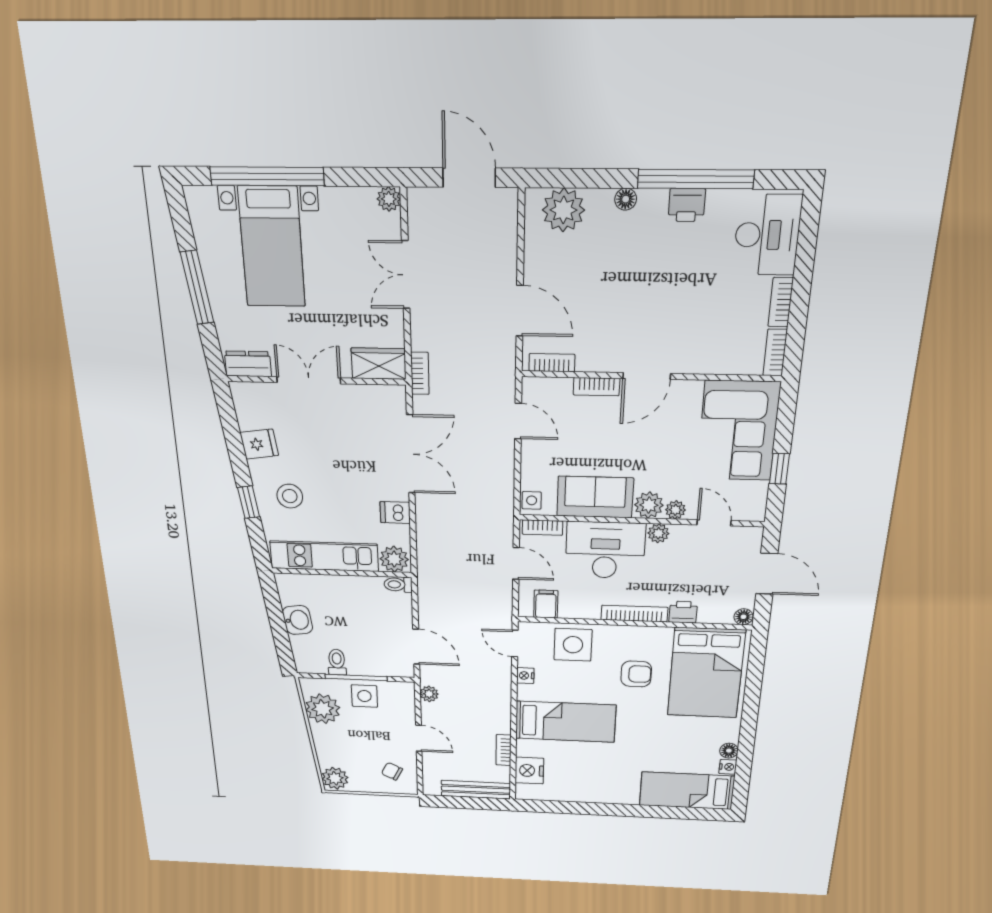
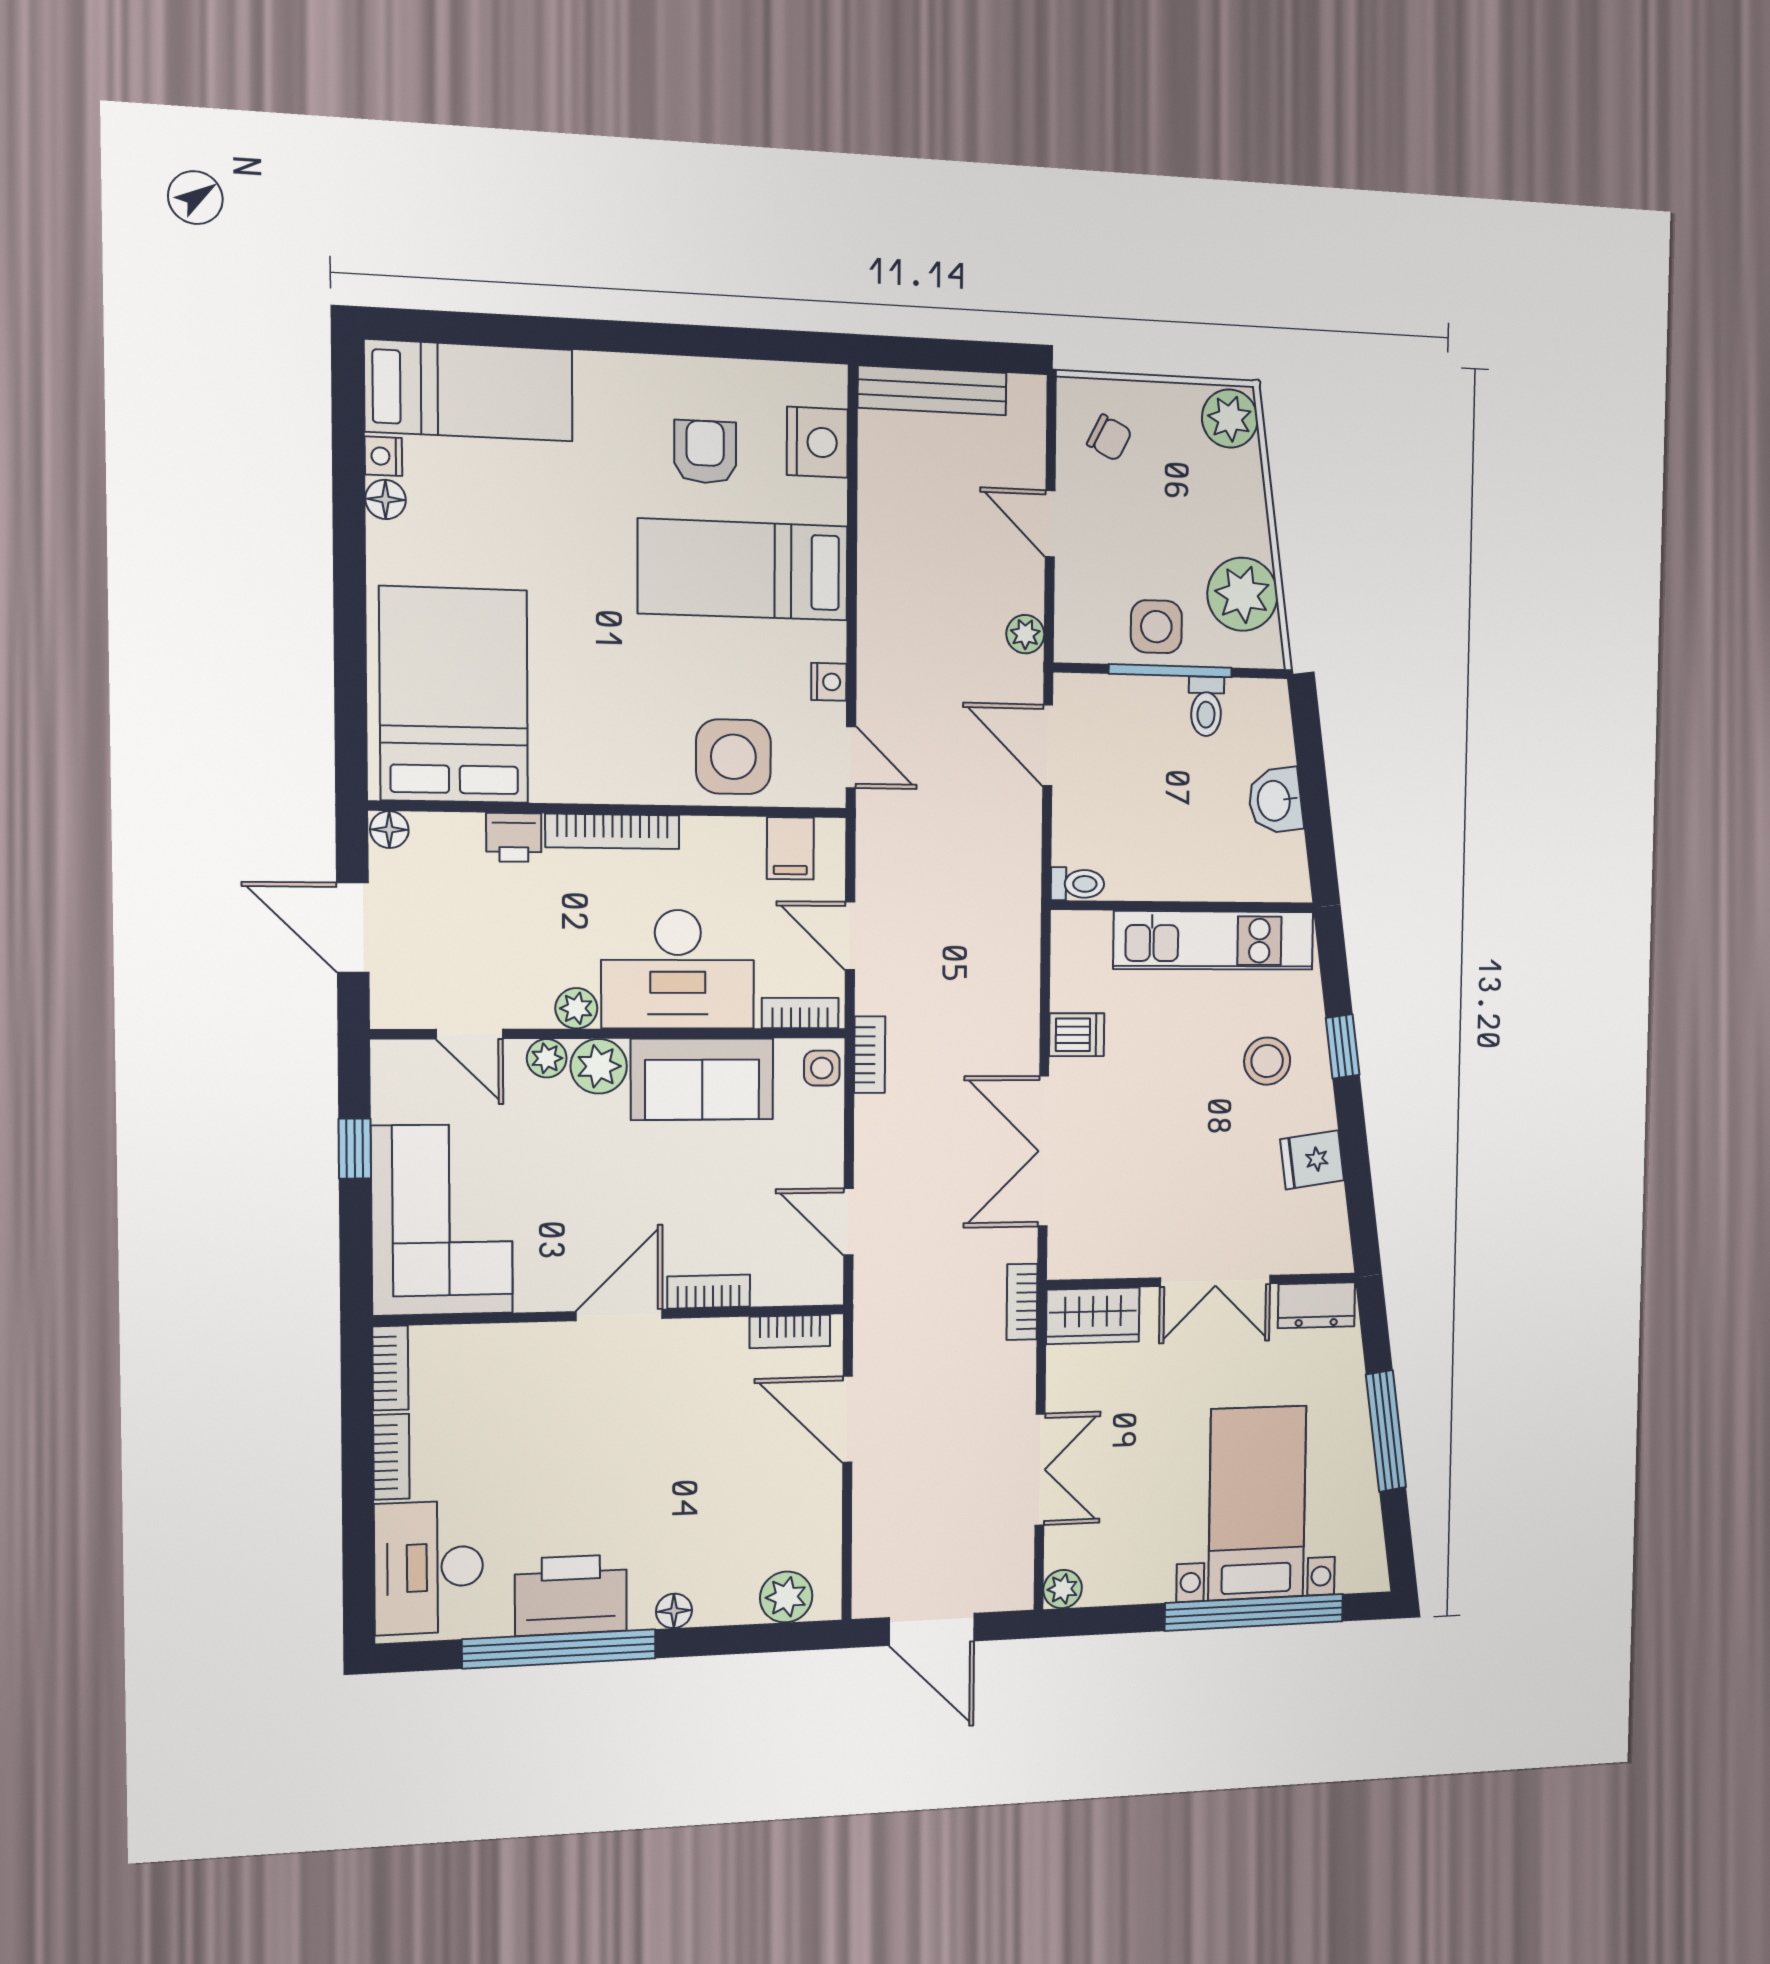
printer: (687, 205) -> (571, 1595), width x1.87, depth x1.48
plant: (563, 210) -> (786, 1597), width x0.73, depth x0.73
plant: (394, 559) -> (1083, 938), removed
armchair: (636, 674) -> (705, 452), moved, turned 90
bookcase: (504, 750) -> (870, 1055), moved

